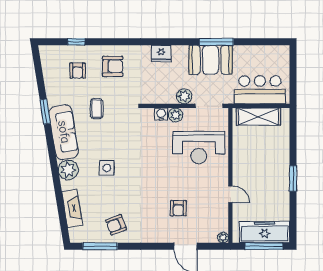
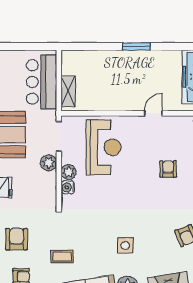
shelving: (258, 117) -> (68, 91), width x0.67, depth x0.75
armchair: (178, 208) -> (168, 169), turned -90

